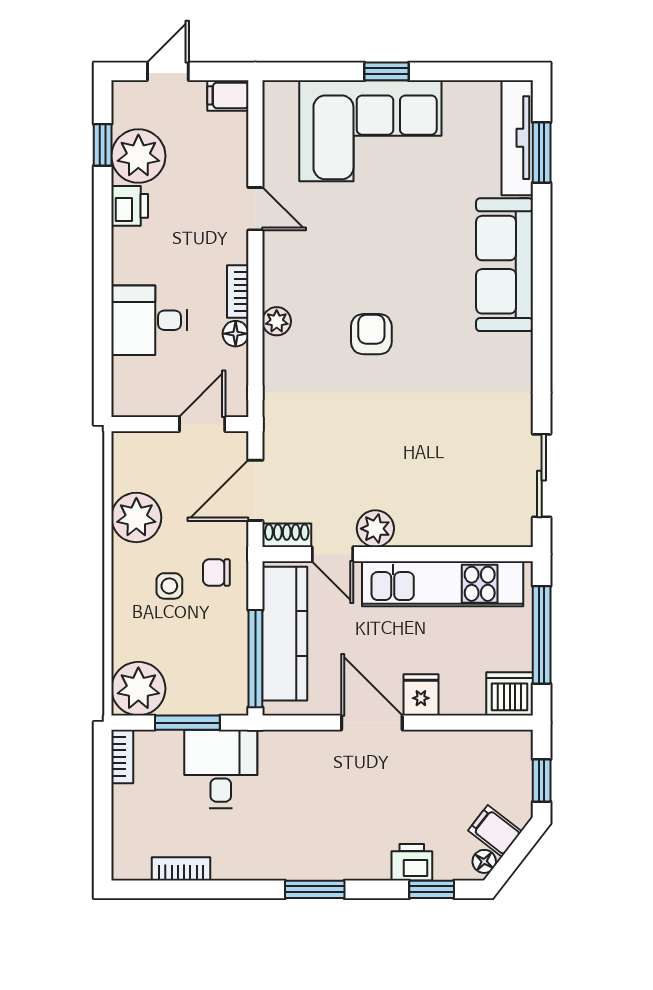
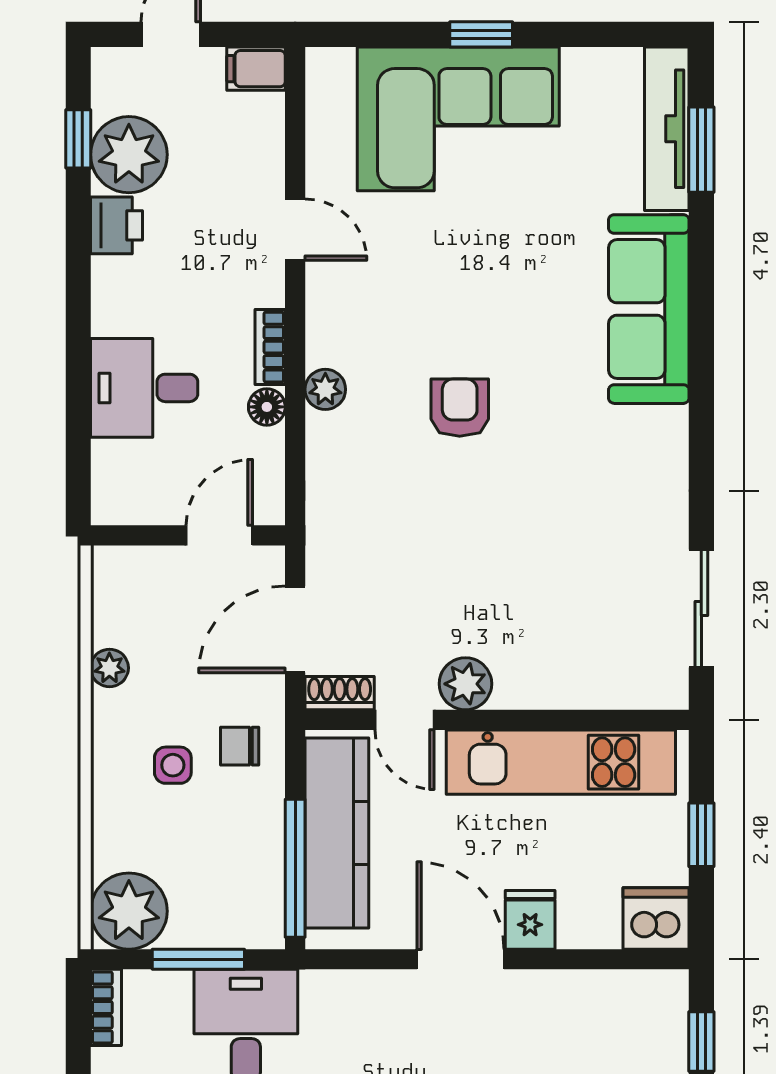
plant: (136, 517) -> (109, 668), width x0.53, depth x0.53
window: (542, 635) -> (701, 835), width x0.46

